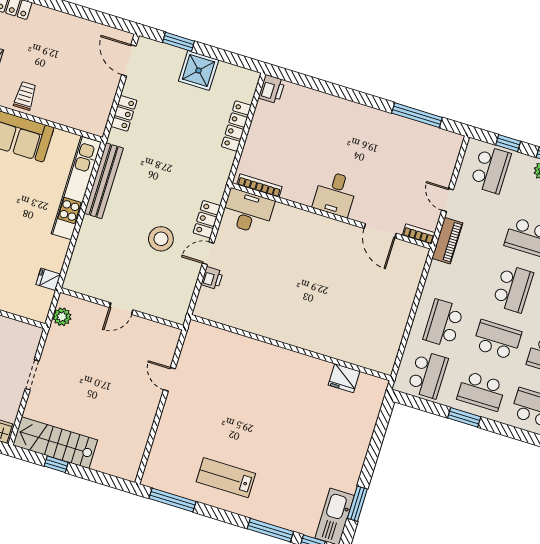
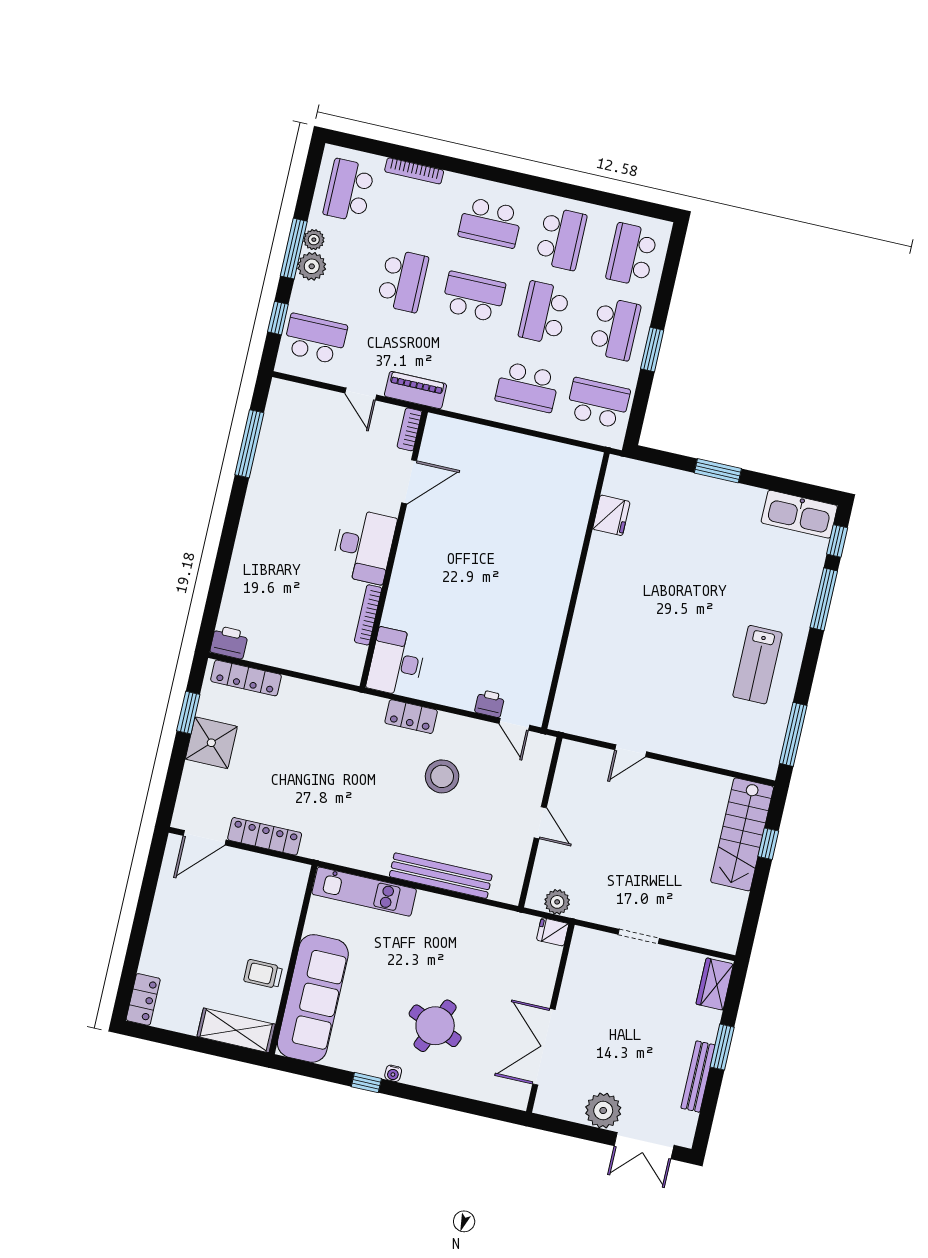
window: (179, 42) -> (188, 713), moved
locker: (124, 113) -> (265, 836), width x1.53
locker: (236, 126) -> (246, 678), moved
bench: (104, 181) -> (441, 876), moved
bookcase: (260, 186) -> (368, 615), moved
kitchen unit: (76, 188) -> (364, 892), width x0.73
desk: (335, 194) -> (364, 546), width x1.37
door: (447, 200) -> (361, 394), hinge flipped
door: (208, 253) -> (514, 724), moved
fridge: (48, 279) -> (553, 932), moved, turned 90
stairs: (55, 443) -> (742, 834), moved
window: (56, 464) -> (768, 844), moved
window: (357, 504) -> (718, 471), moved

